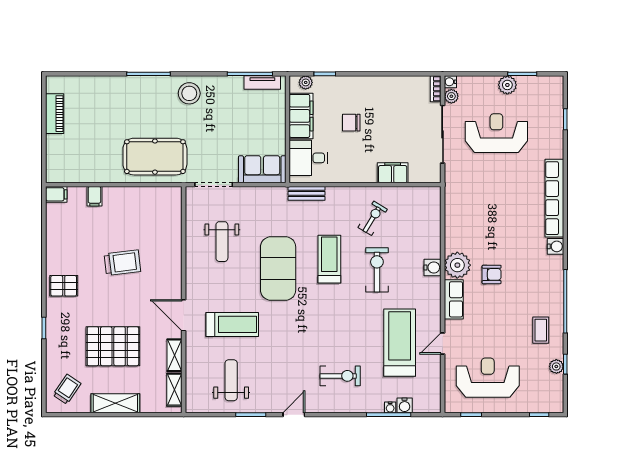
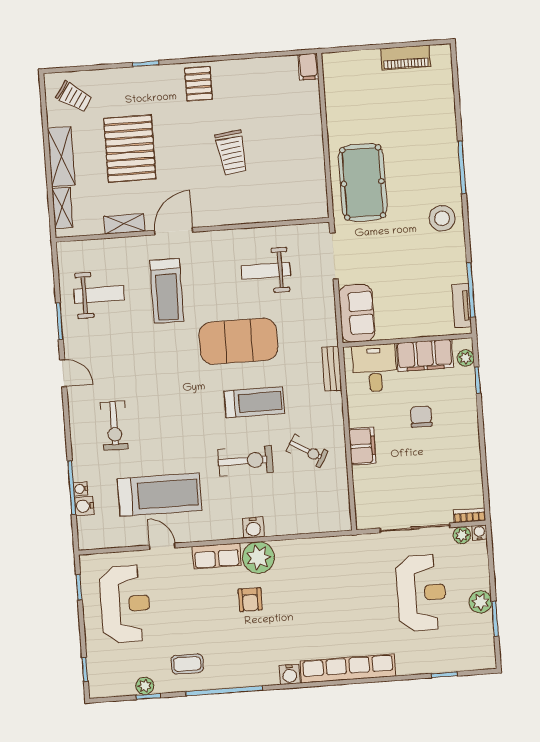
filing cabinet: (393, 173) -> (362, 446), moved
filing cabinet: (94, 196) -> (309, 113), removed
shelving: (174, 390) -> (62, 208), moved, turned 90

